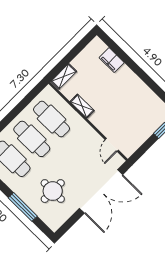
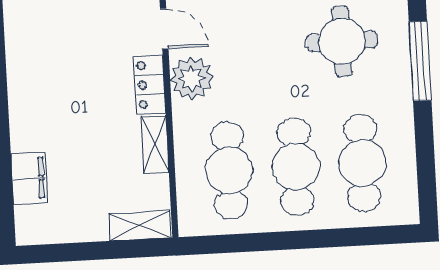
locker: (100, 123) -> (150, 85), added
plant: (89, 137) -> (191, 79), added
door: (112, 145) -> (164, 29), hinge flipped

